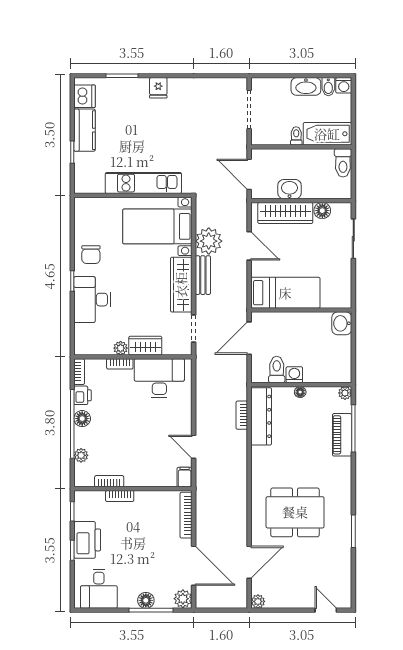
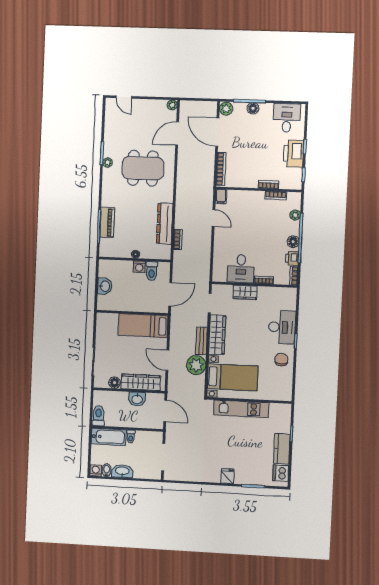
washbasin: (342, 323) -> (105, 286), moved
plant: (121, 348) -> (263, 291), removed
desk: (159, 378) -> (241, 269), width x0.73
plant: (345, 393) -> (108, 162), moved
dresser: (261, 416) -> (165, 224), moved

